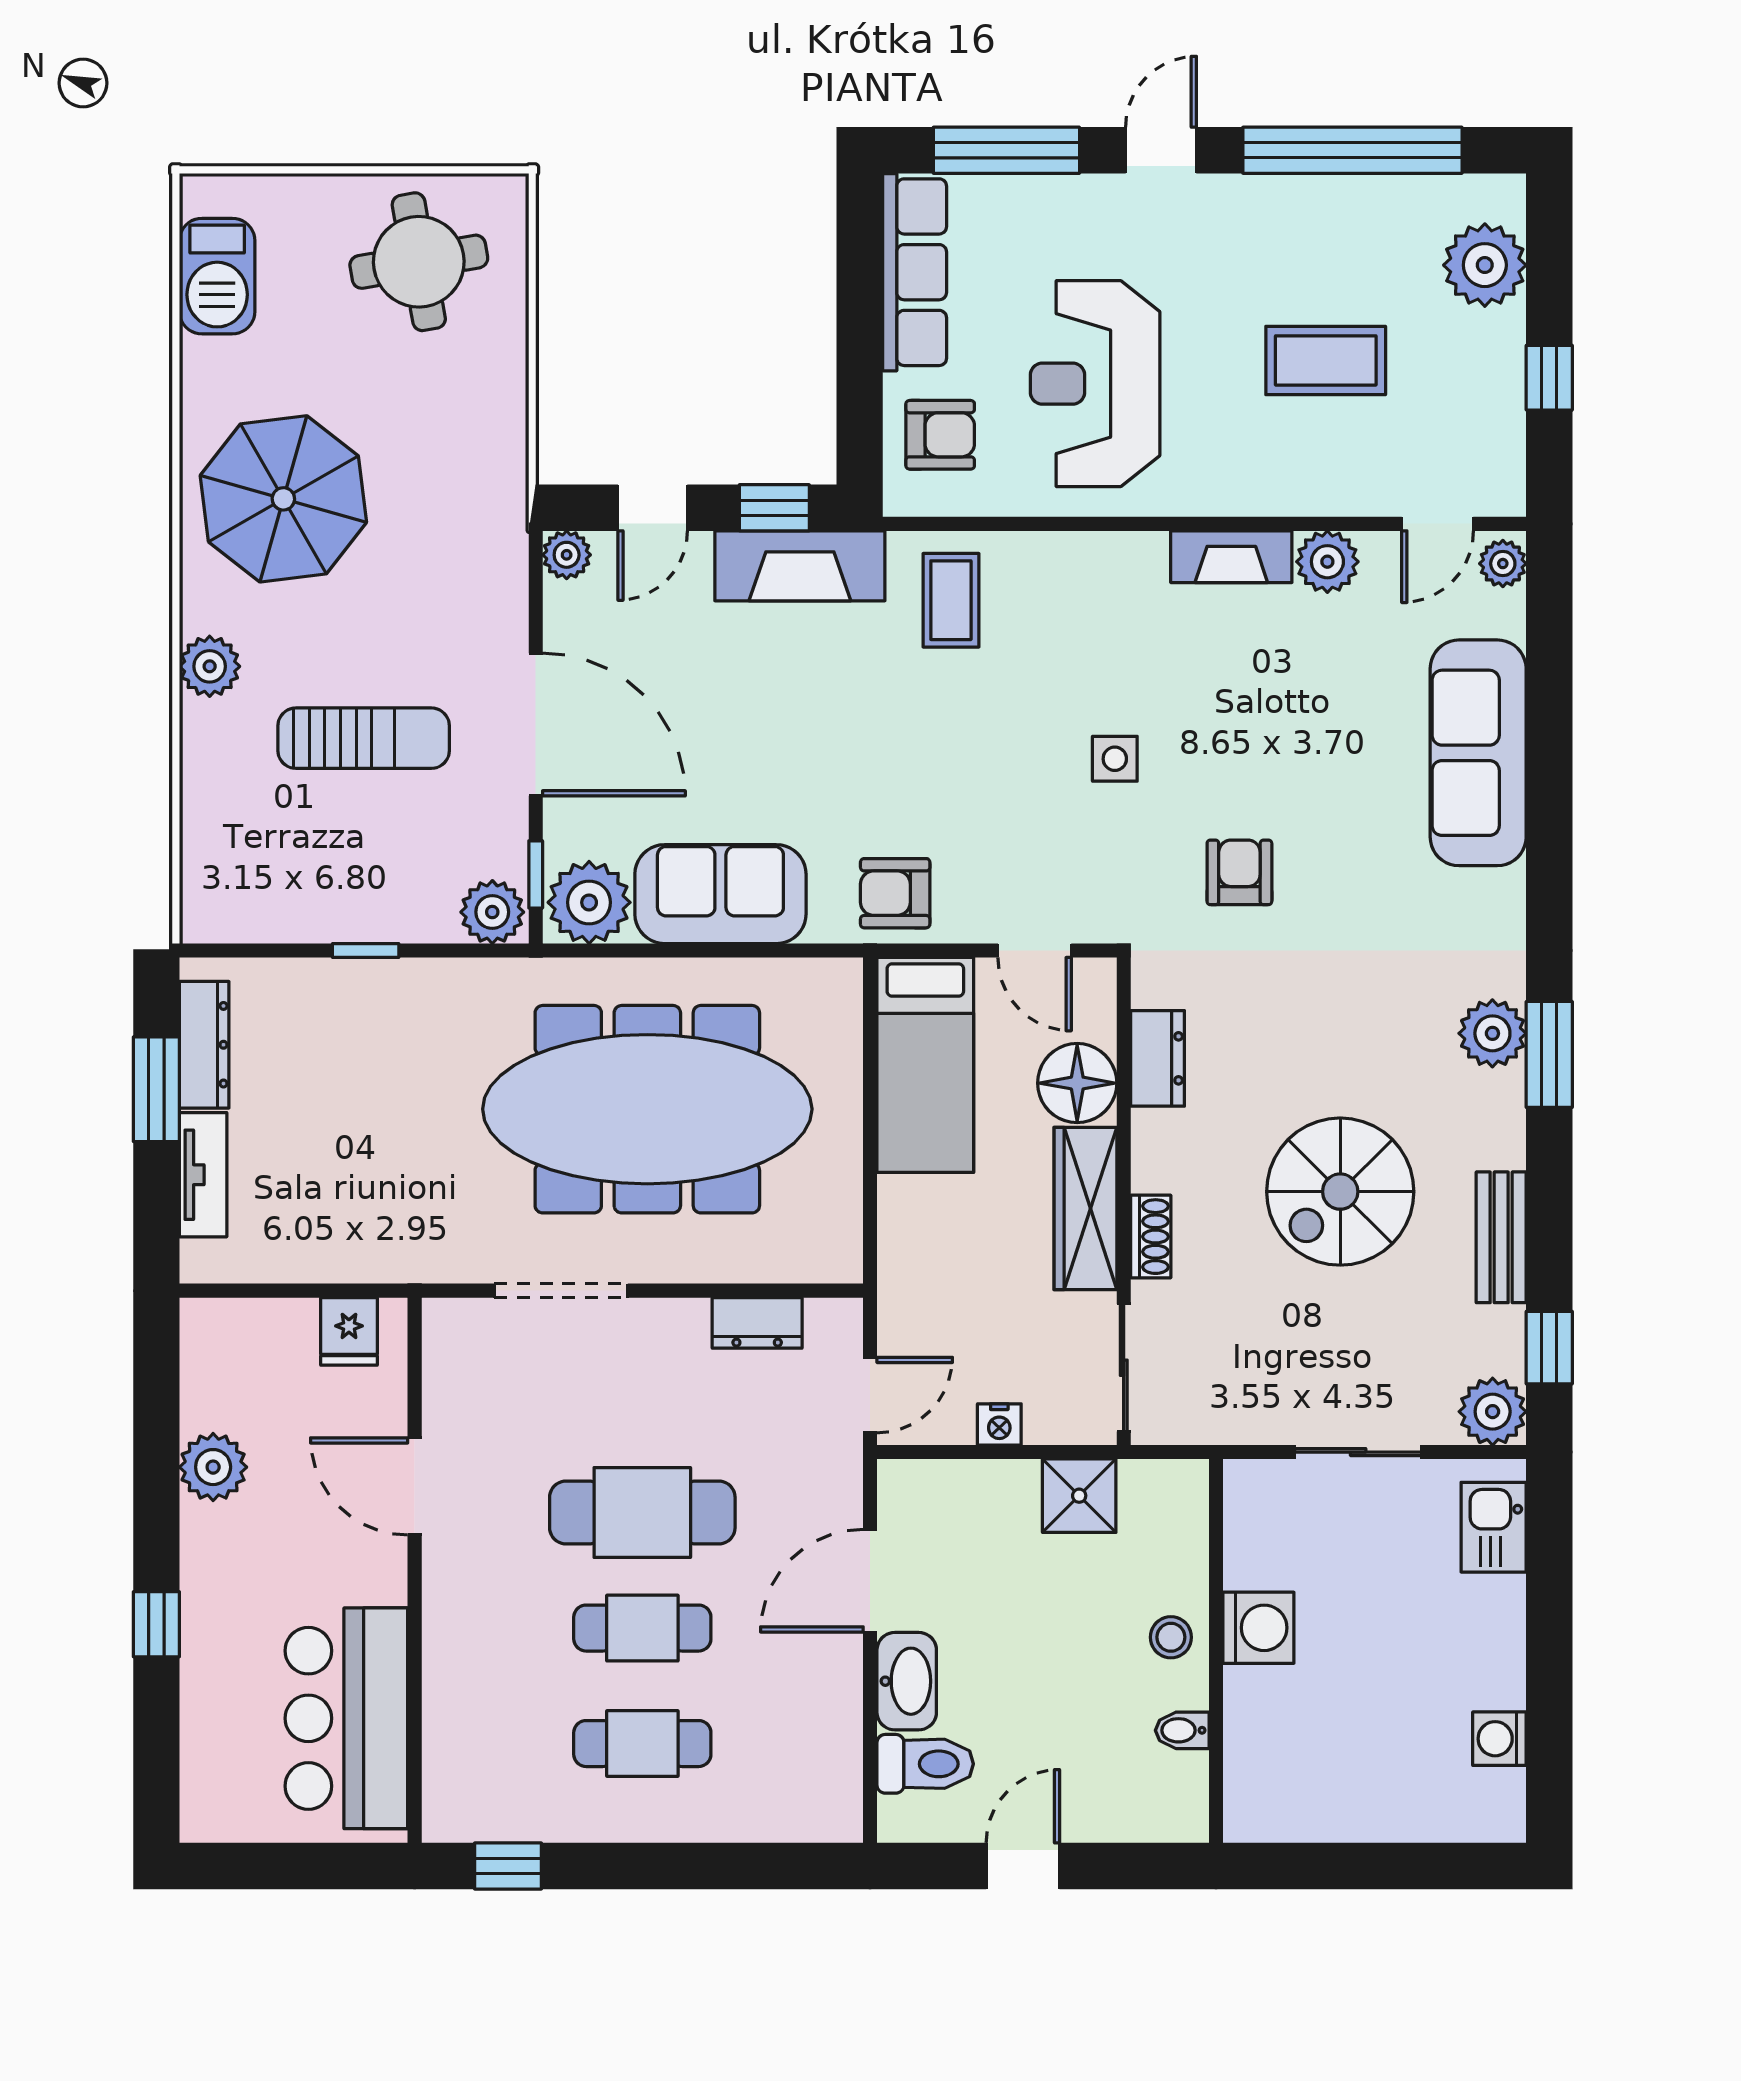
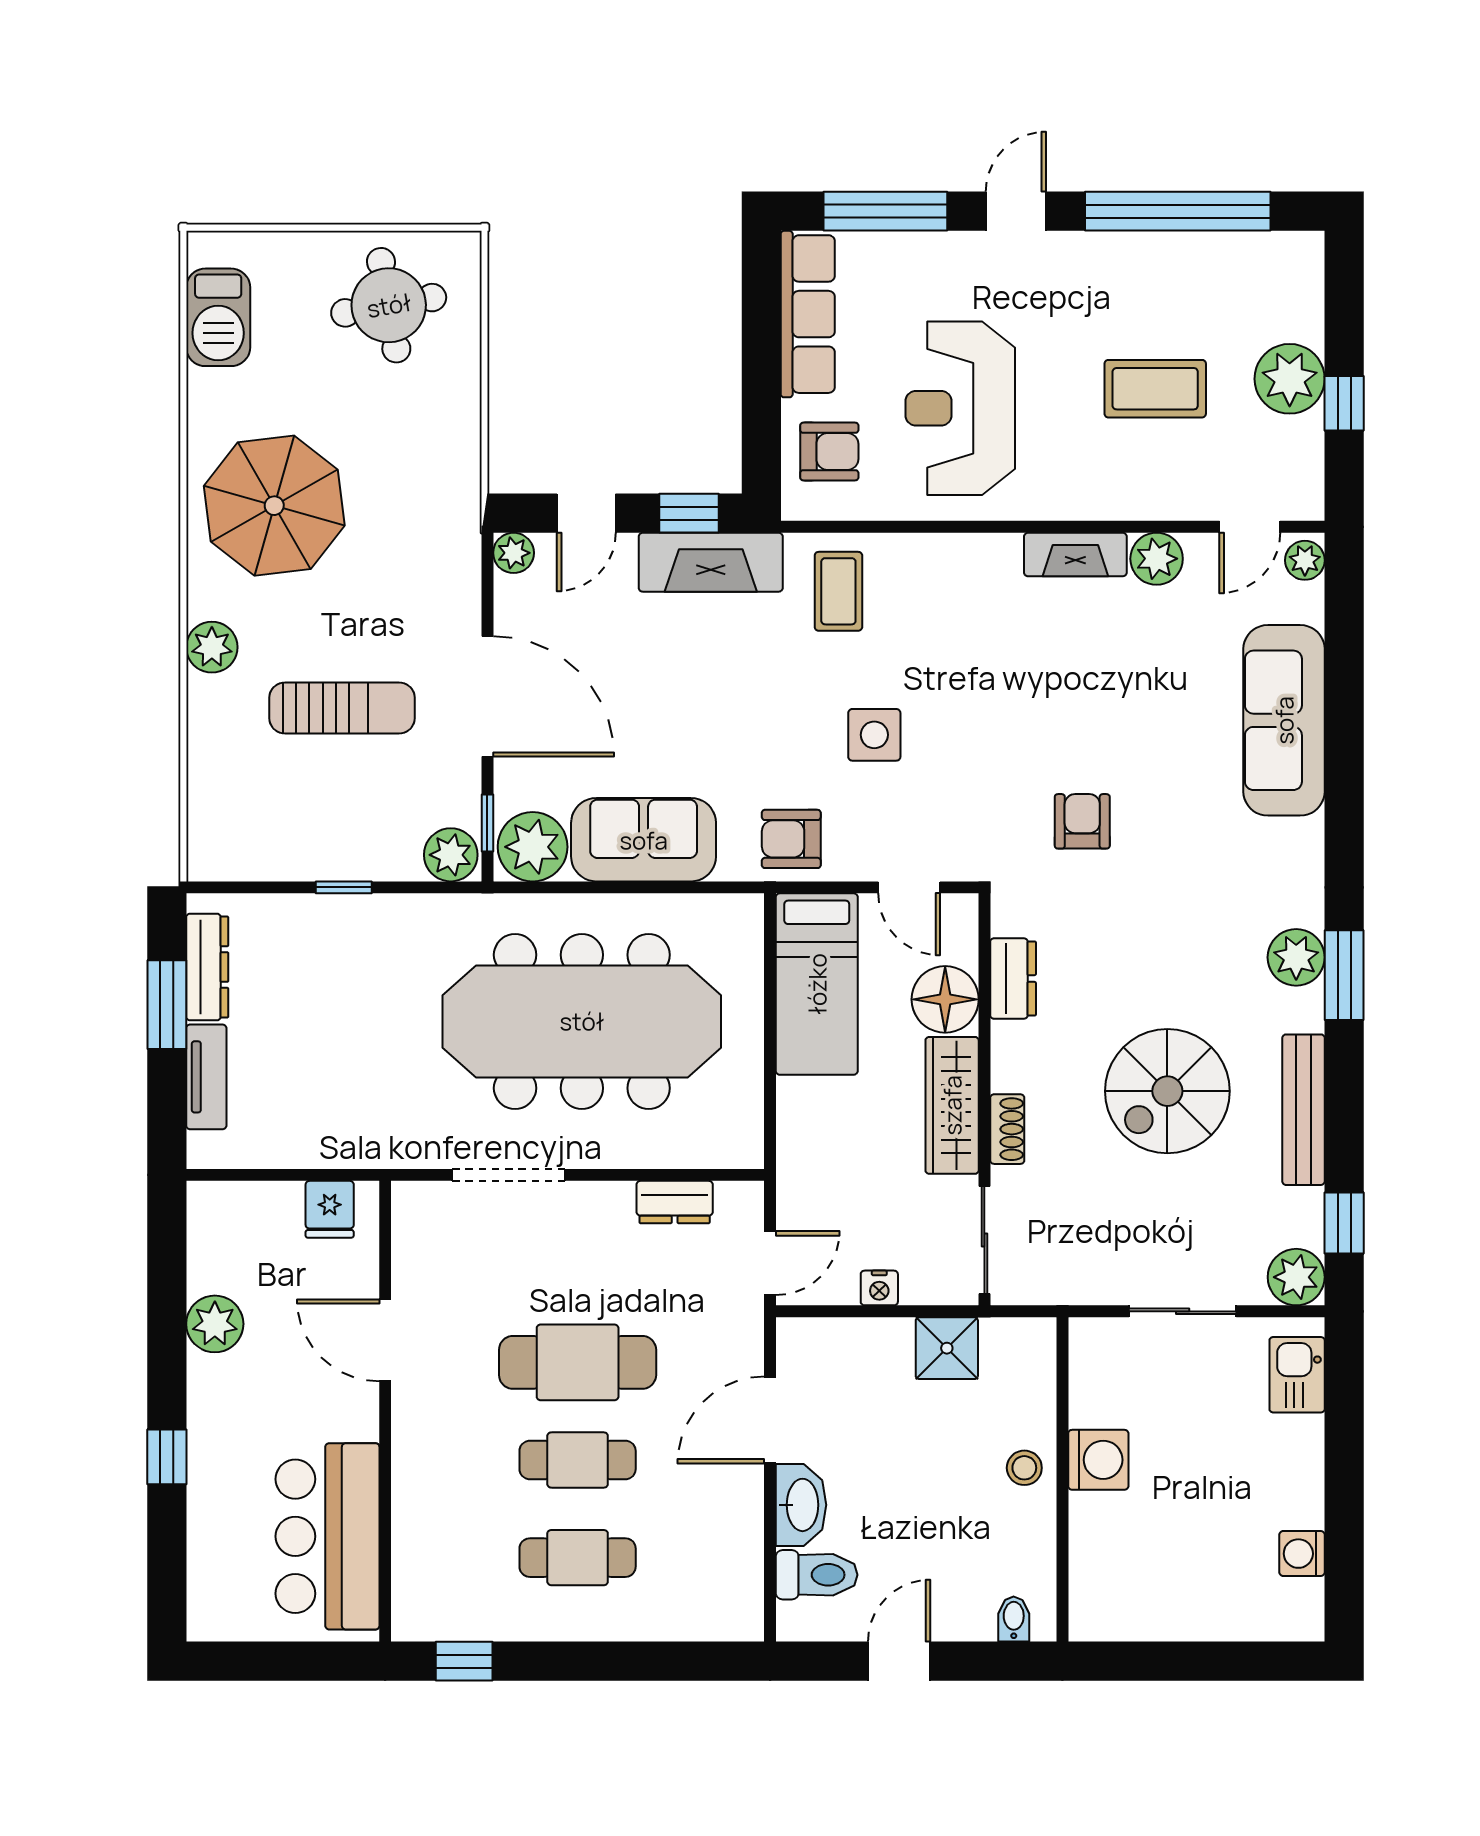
plant: (1485, 265) -> (1290, 379), moved
side table: (1115, 759) -> (874, 735), moved, width x1.37, depth x1.37
bench: (1501, 1237) -> (1303, 1110), width x1.36
bidet: (1182, 1730) -> (1014, 1619), moved, turned 90

